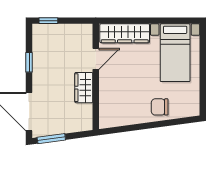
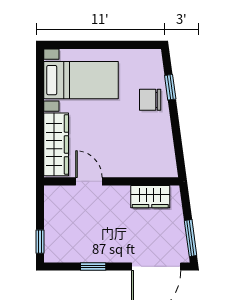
wardrobe: (84, 88) -> (150, 197), moved
chair: (160, 107) -> (150, 100), turned 90
window: (169, 123) -> (170, 87), added

